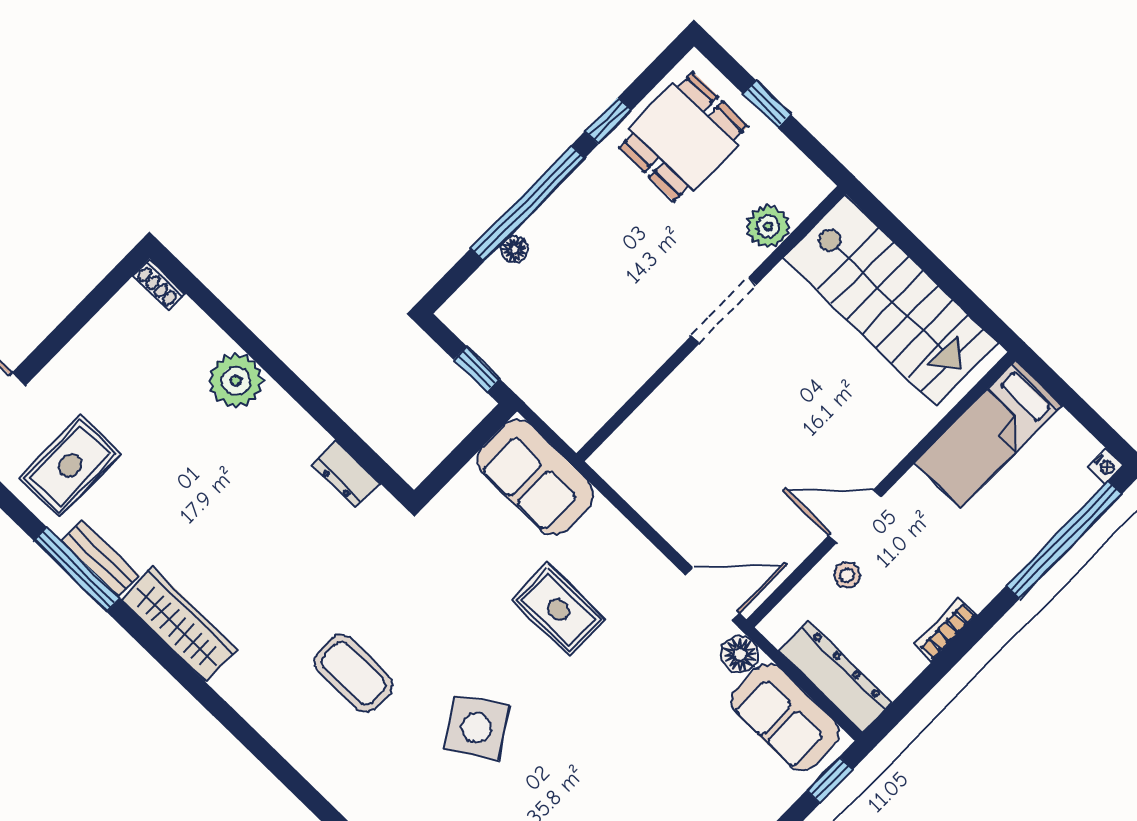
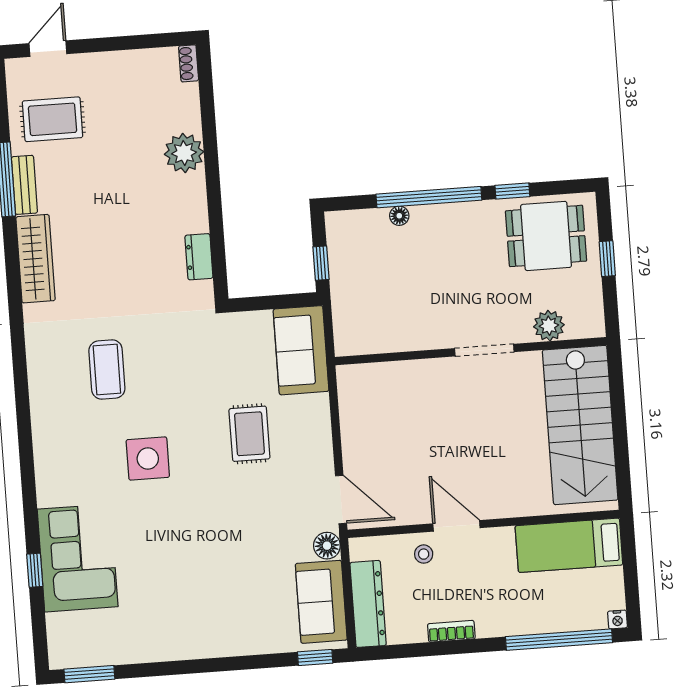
side table: (477, 728) -> (148, 459), turned 34

